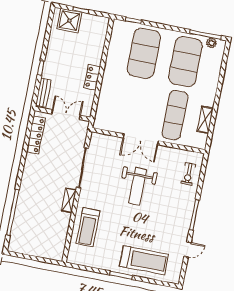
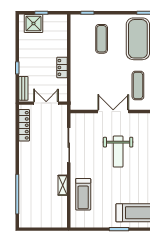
exercise mat: (144, 53) -> (102, 39), width x0.50, depth x0.69
exercise mat: (175, 115) -> (138, 85), width x0.73, depth x0.69
double door: (141, 139) -> (113, 112), swing flipped
shelving: (69, 200) -> (63, 185), moved

